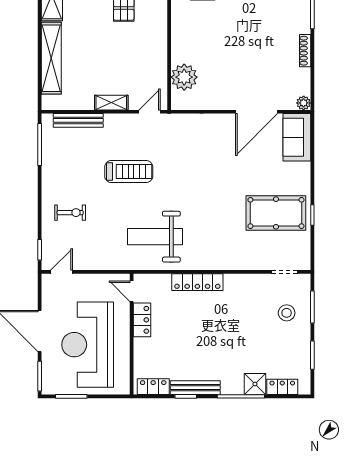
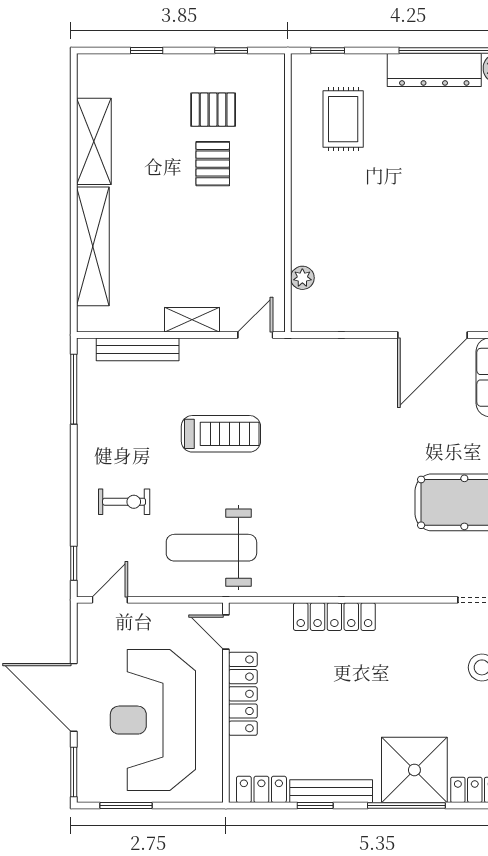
plant: (184, 77) -> (302, 278), width x0.53, depth x0.53
weight bench: (155, 237) -> (211, 548), moved
locker: (142, 320) -> (243, 694), width x1.53
shower: (255, 384) -> (414, 770), width x1.86, depth x1.86

